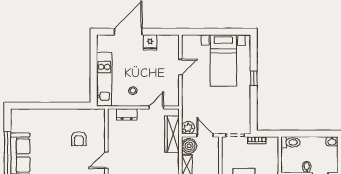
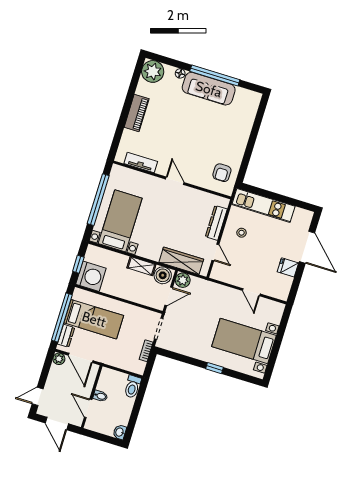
dresser: (127, 114) -> (216, 223), width x1.44
armchair: (79, 139) -> (222, 173), moved, turned -90

